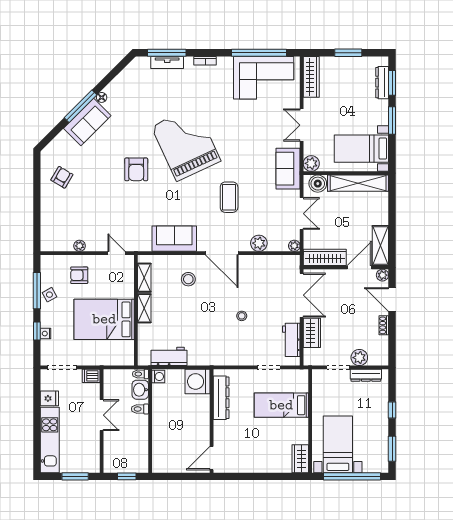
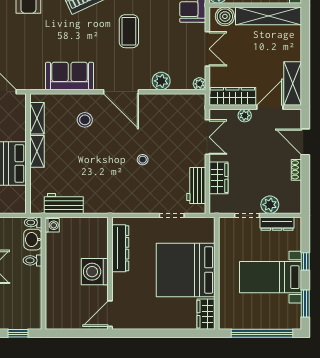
plant: (382, 275) -> (245, 116), moved
double door: (302, 295) -> (207, 137), width x0.73
washing machine: (198, 381) -> (95, 272), moved
bed: (281, 405) -> (186, 270), width x2.04
bed with nightstands: (338, 444) -> (271, 277), moved, turned -90

